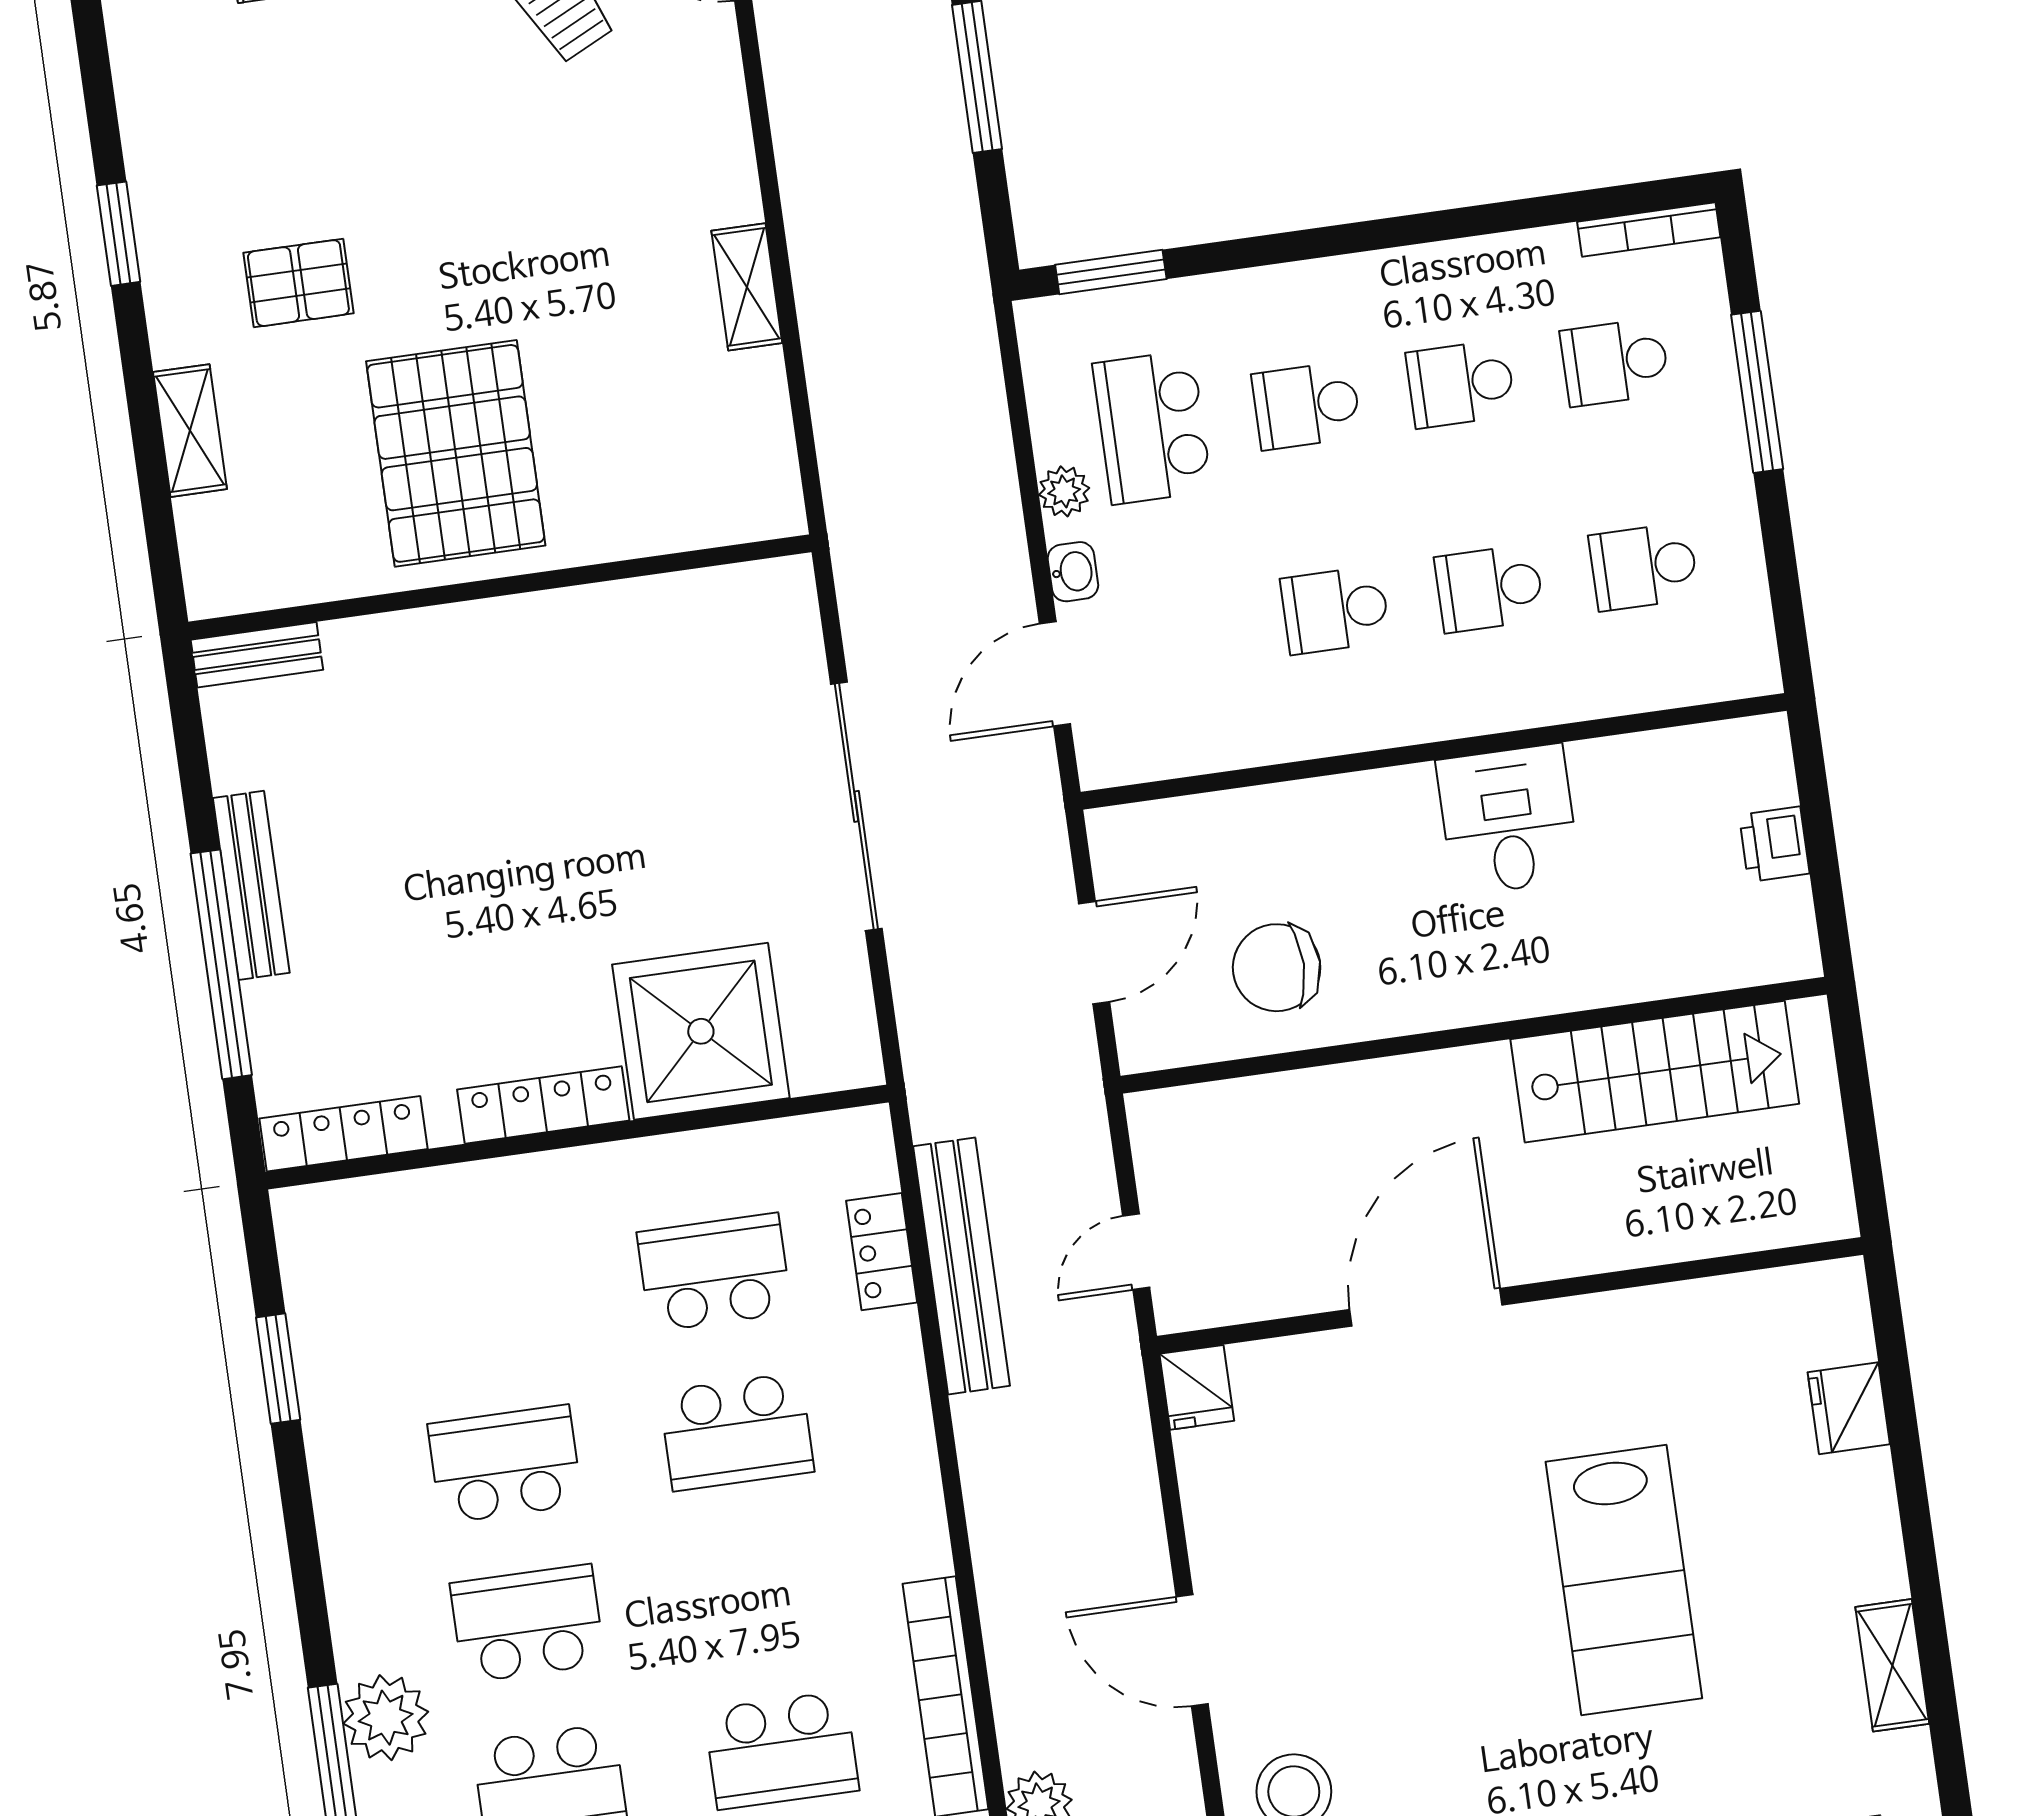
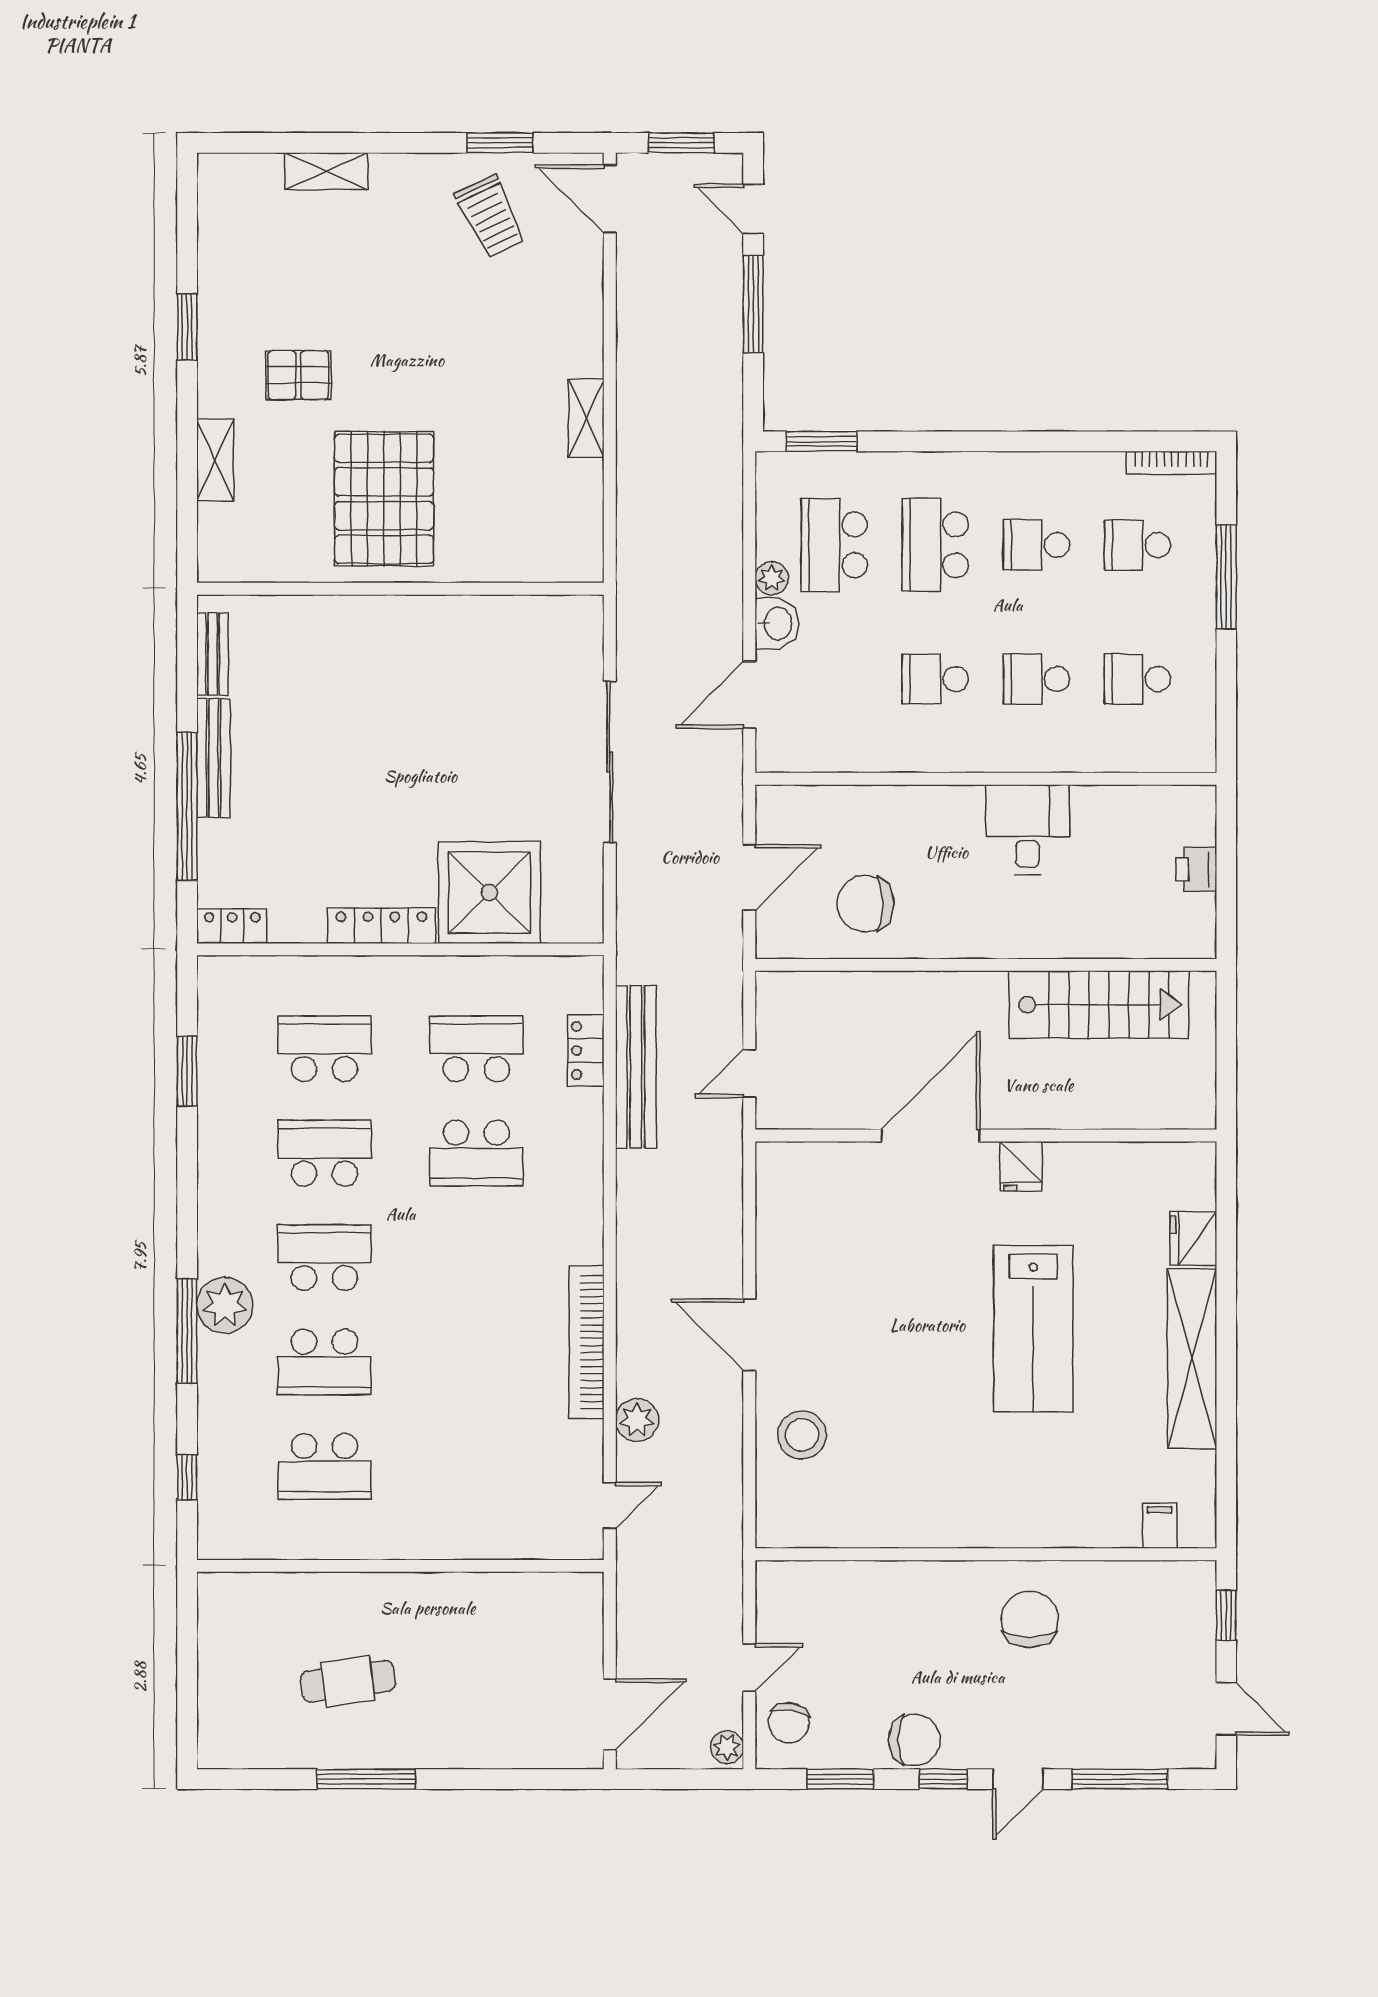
school desk: (1306, 406) -> (935, 545), width x1.85
washbasin: (1073, 572) -> (777, 624), width x1.38, depth x1.45
bench: (257, 655) -> (213, 654), moved, turned 90
locker: (343, 1134) -> (232, 926), width x0.66
fridge: (1197, 1387) -> (1021, 1166), moved
shelving: (1892, 1665) -> (1192, 1359), width x2.20, depth x1.33
school desk: (781, 1750) -> (324, 1049), moved, turned 180

